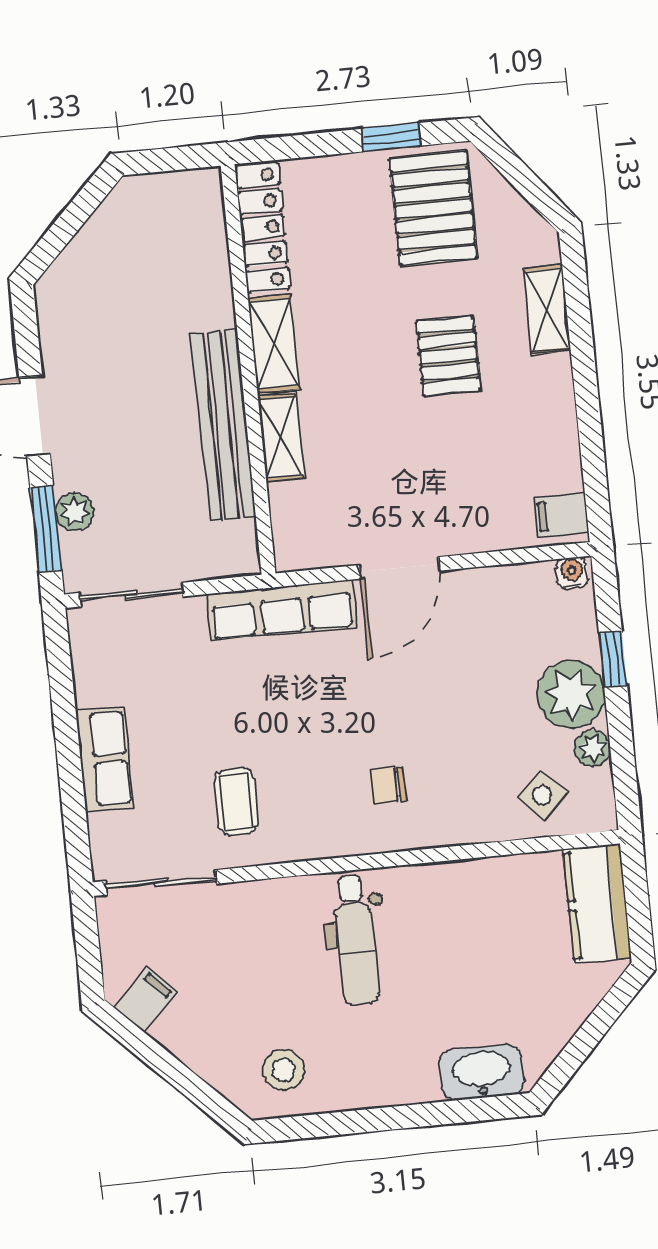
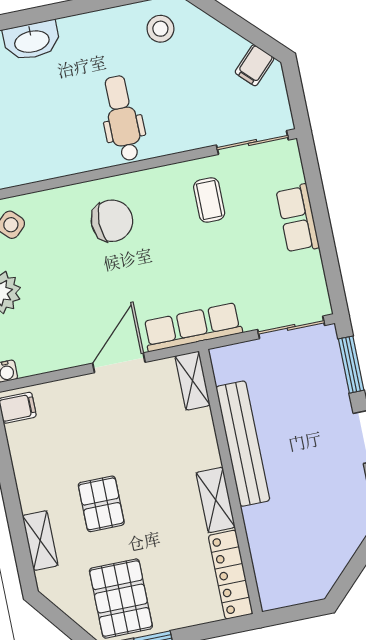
shelving: (281, 437) -> (193, 381), moved
plant: (74, 512) -> (334, 377), removed
chair: (388, 785) -> (112, 221), width x1.87, depth x1.87

